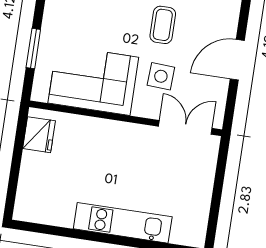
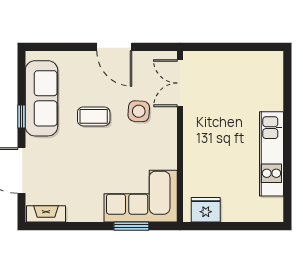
corner sofa: (93, 80) -> (141, 196), moved, turned 90
kitchen unit: (123, 223) -> (271, 154), moved

